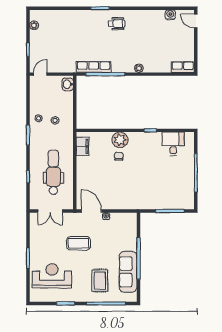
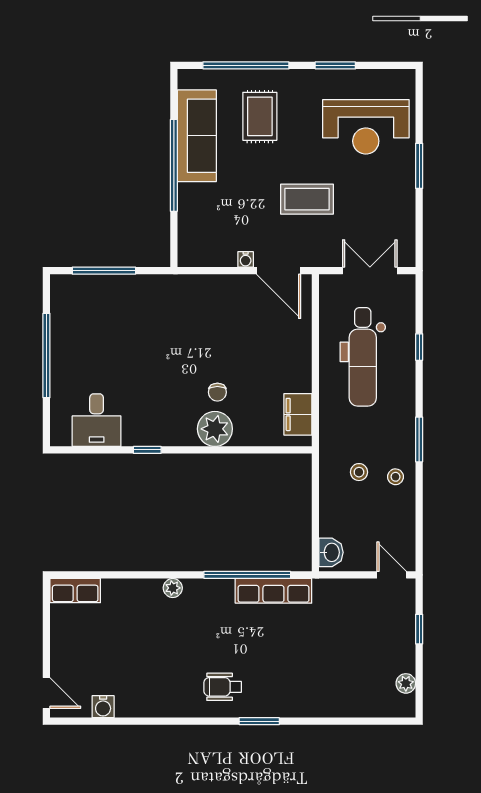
door: (40, 74) -> (392, 575), swing flipped

